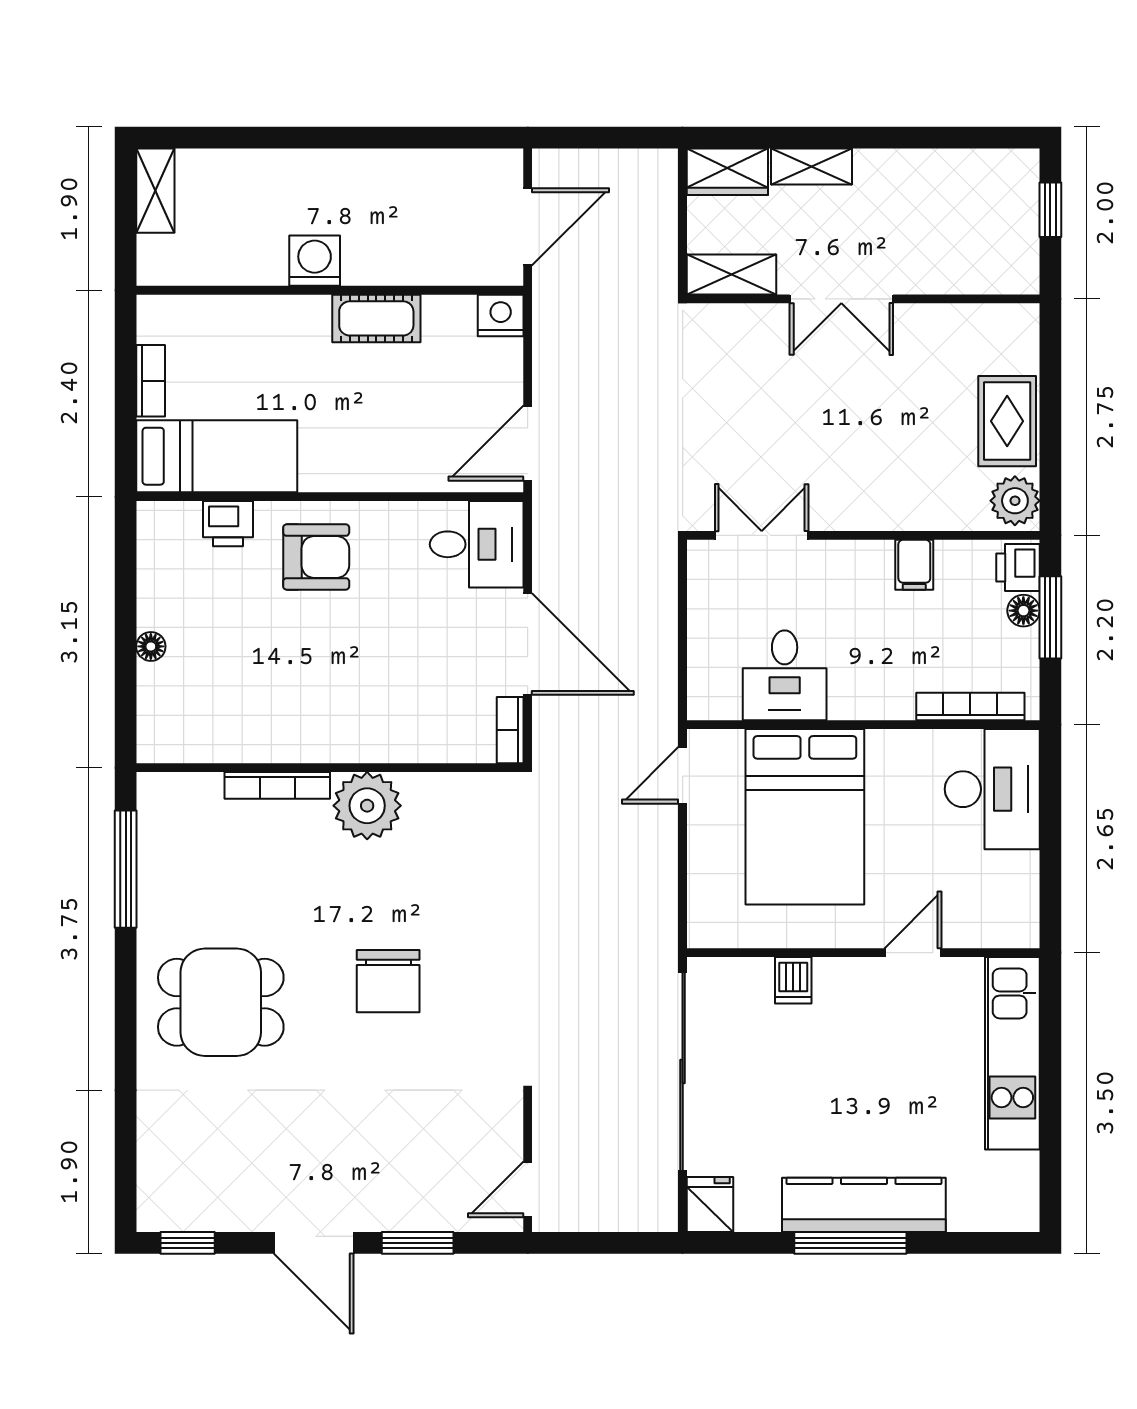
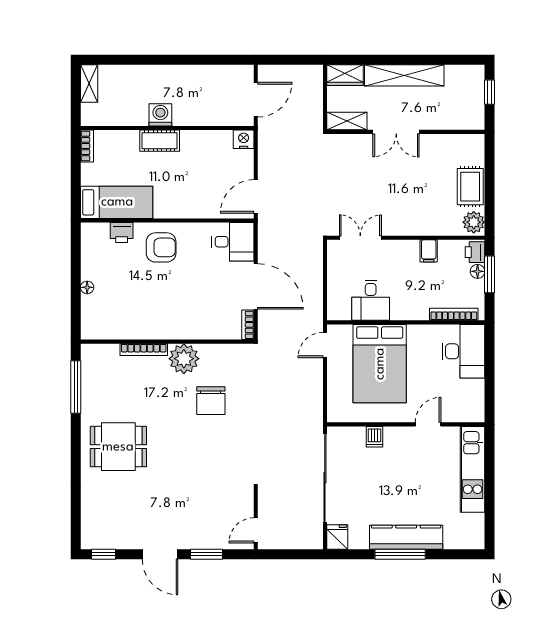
shelving: (811, 166) -> (404, 75), width x2.20, depth x1.33
cot: (376, 318) -> (160, 141), moved
bookcase: (151, 381) -> (87, 146), moved
chair: (388, 981) -> (211, 401), moved

